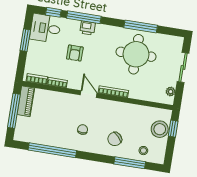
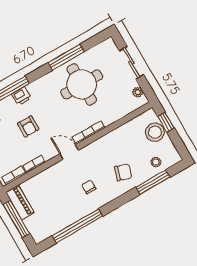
chair: (115, 139) -> (123, 172), turned -118

